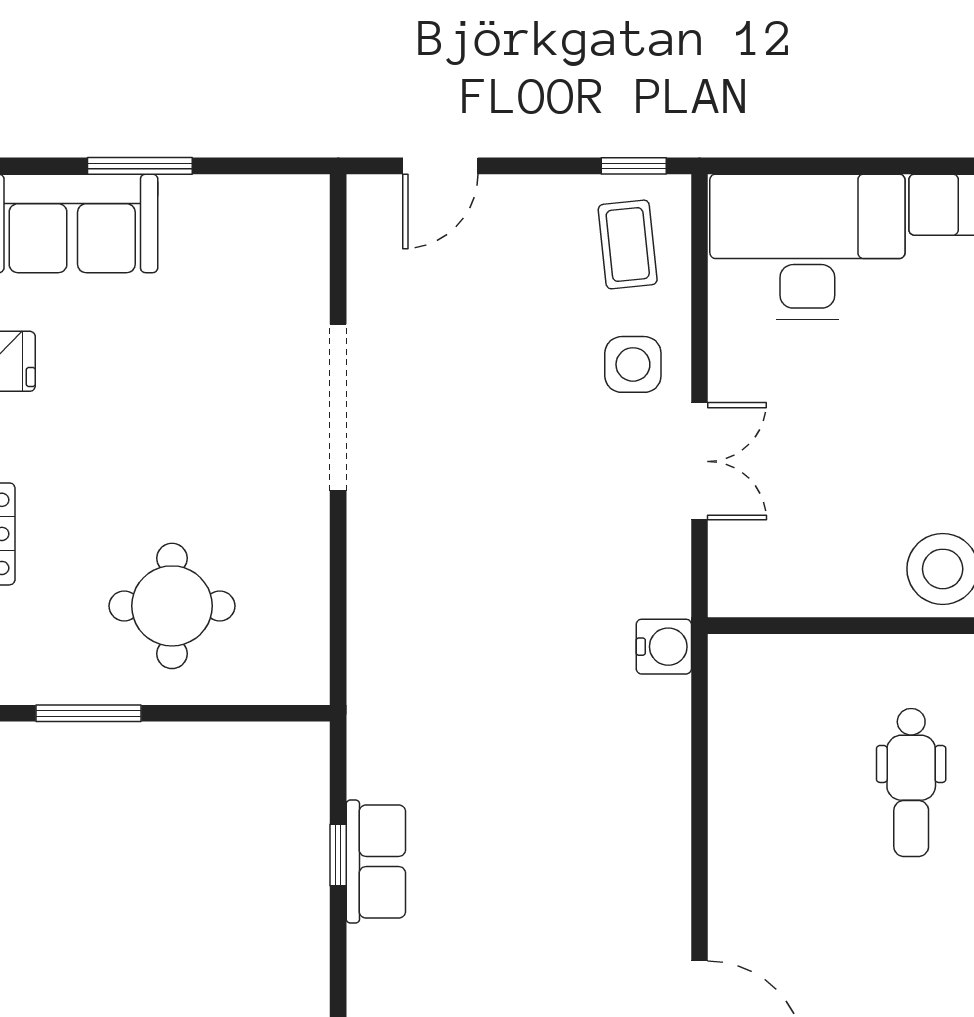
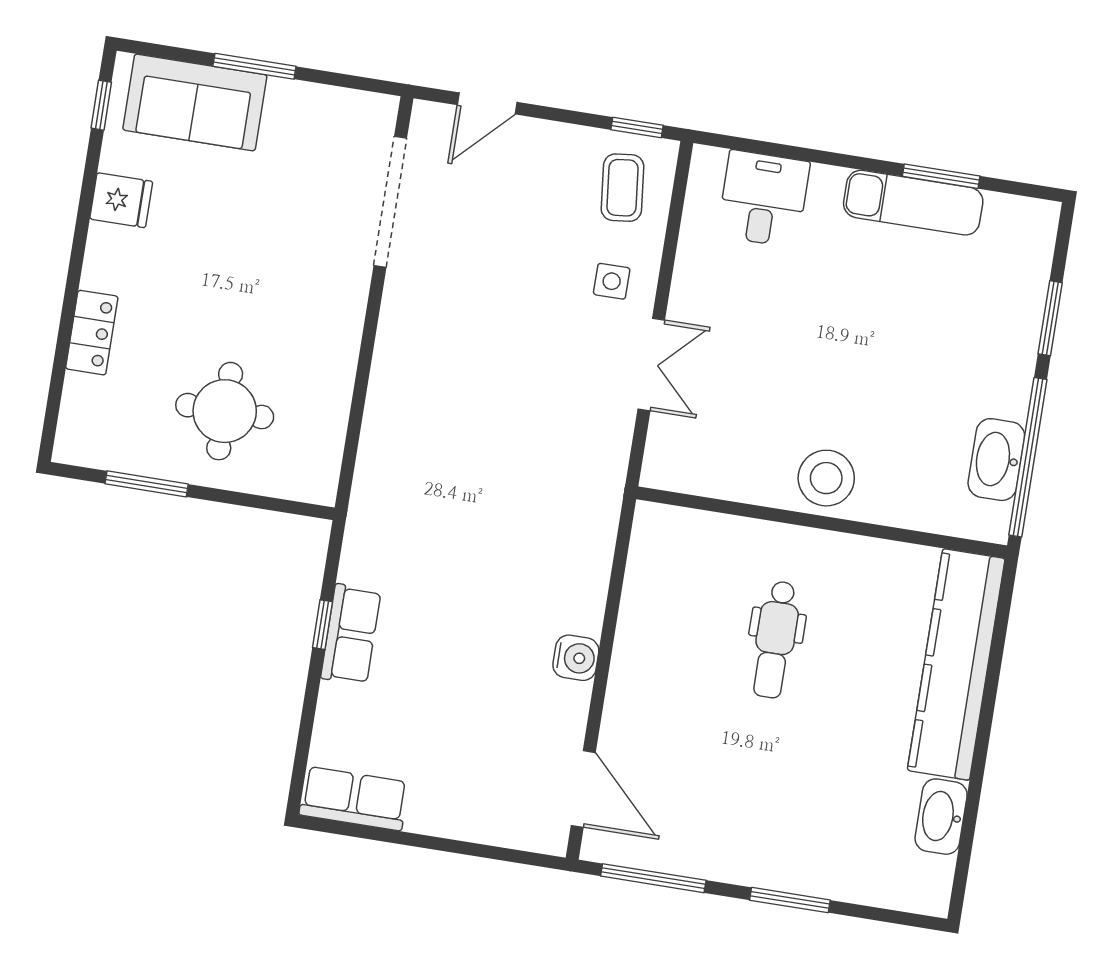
desk: (807, 247) -> (763, 199), width x0.53, depth x0.77
side table: (633, 364) -> (612, 281), width x0.73, depth x0.73
doorway: (338, 407) -> (390, 202), moved
water cooler: (664, 647) -> (576, 658), moved

